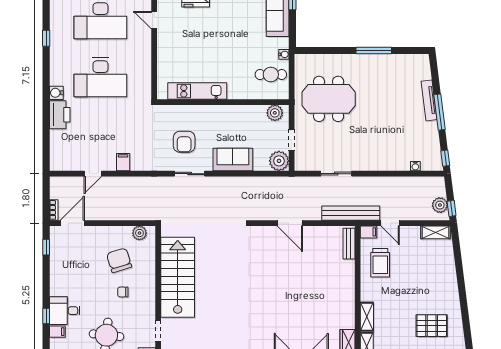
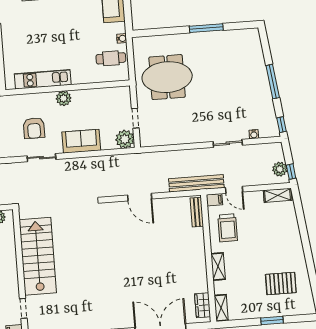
tv unit: (429, 100) -> (262, 71), removed
plant: (275, 113) -> (64, 98), moved
sliding door: (336, 174) -> (228, 143), moved
shelving: (367, 317) -> (218, 266), moved

